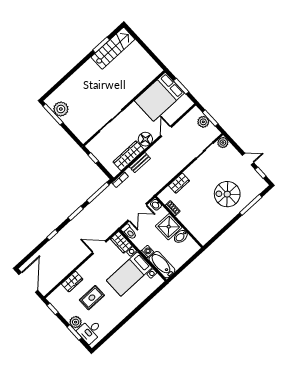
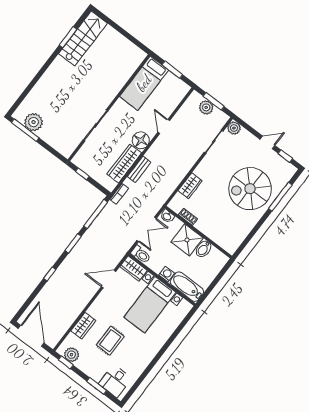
bed: (159, 97) -> (144, 83), width x0.67
spiral stairs: (227, 194) -> (250, 189), width x1.37, depth x1.37
plant: (76, 322) -> (72, 355), moved

